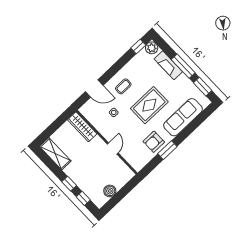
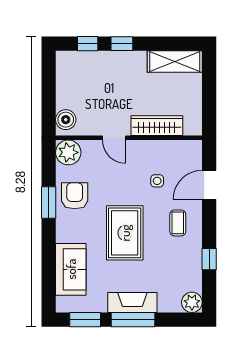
window: (138, 47) -> (209, 259), moved
fireplace: (168, 65) -> (132, 302), moved
sofa: (183, 117) -> (71, 269), width x0.73
wardrobe: (82, 127) -> (157, 126), moved
plant: (138, 162) -> (68, 152), added
boiler: (110, 191) -> (66, 120), moved

